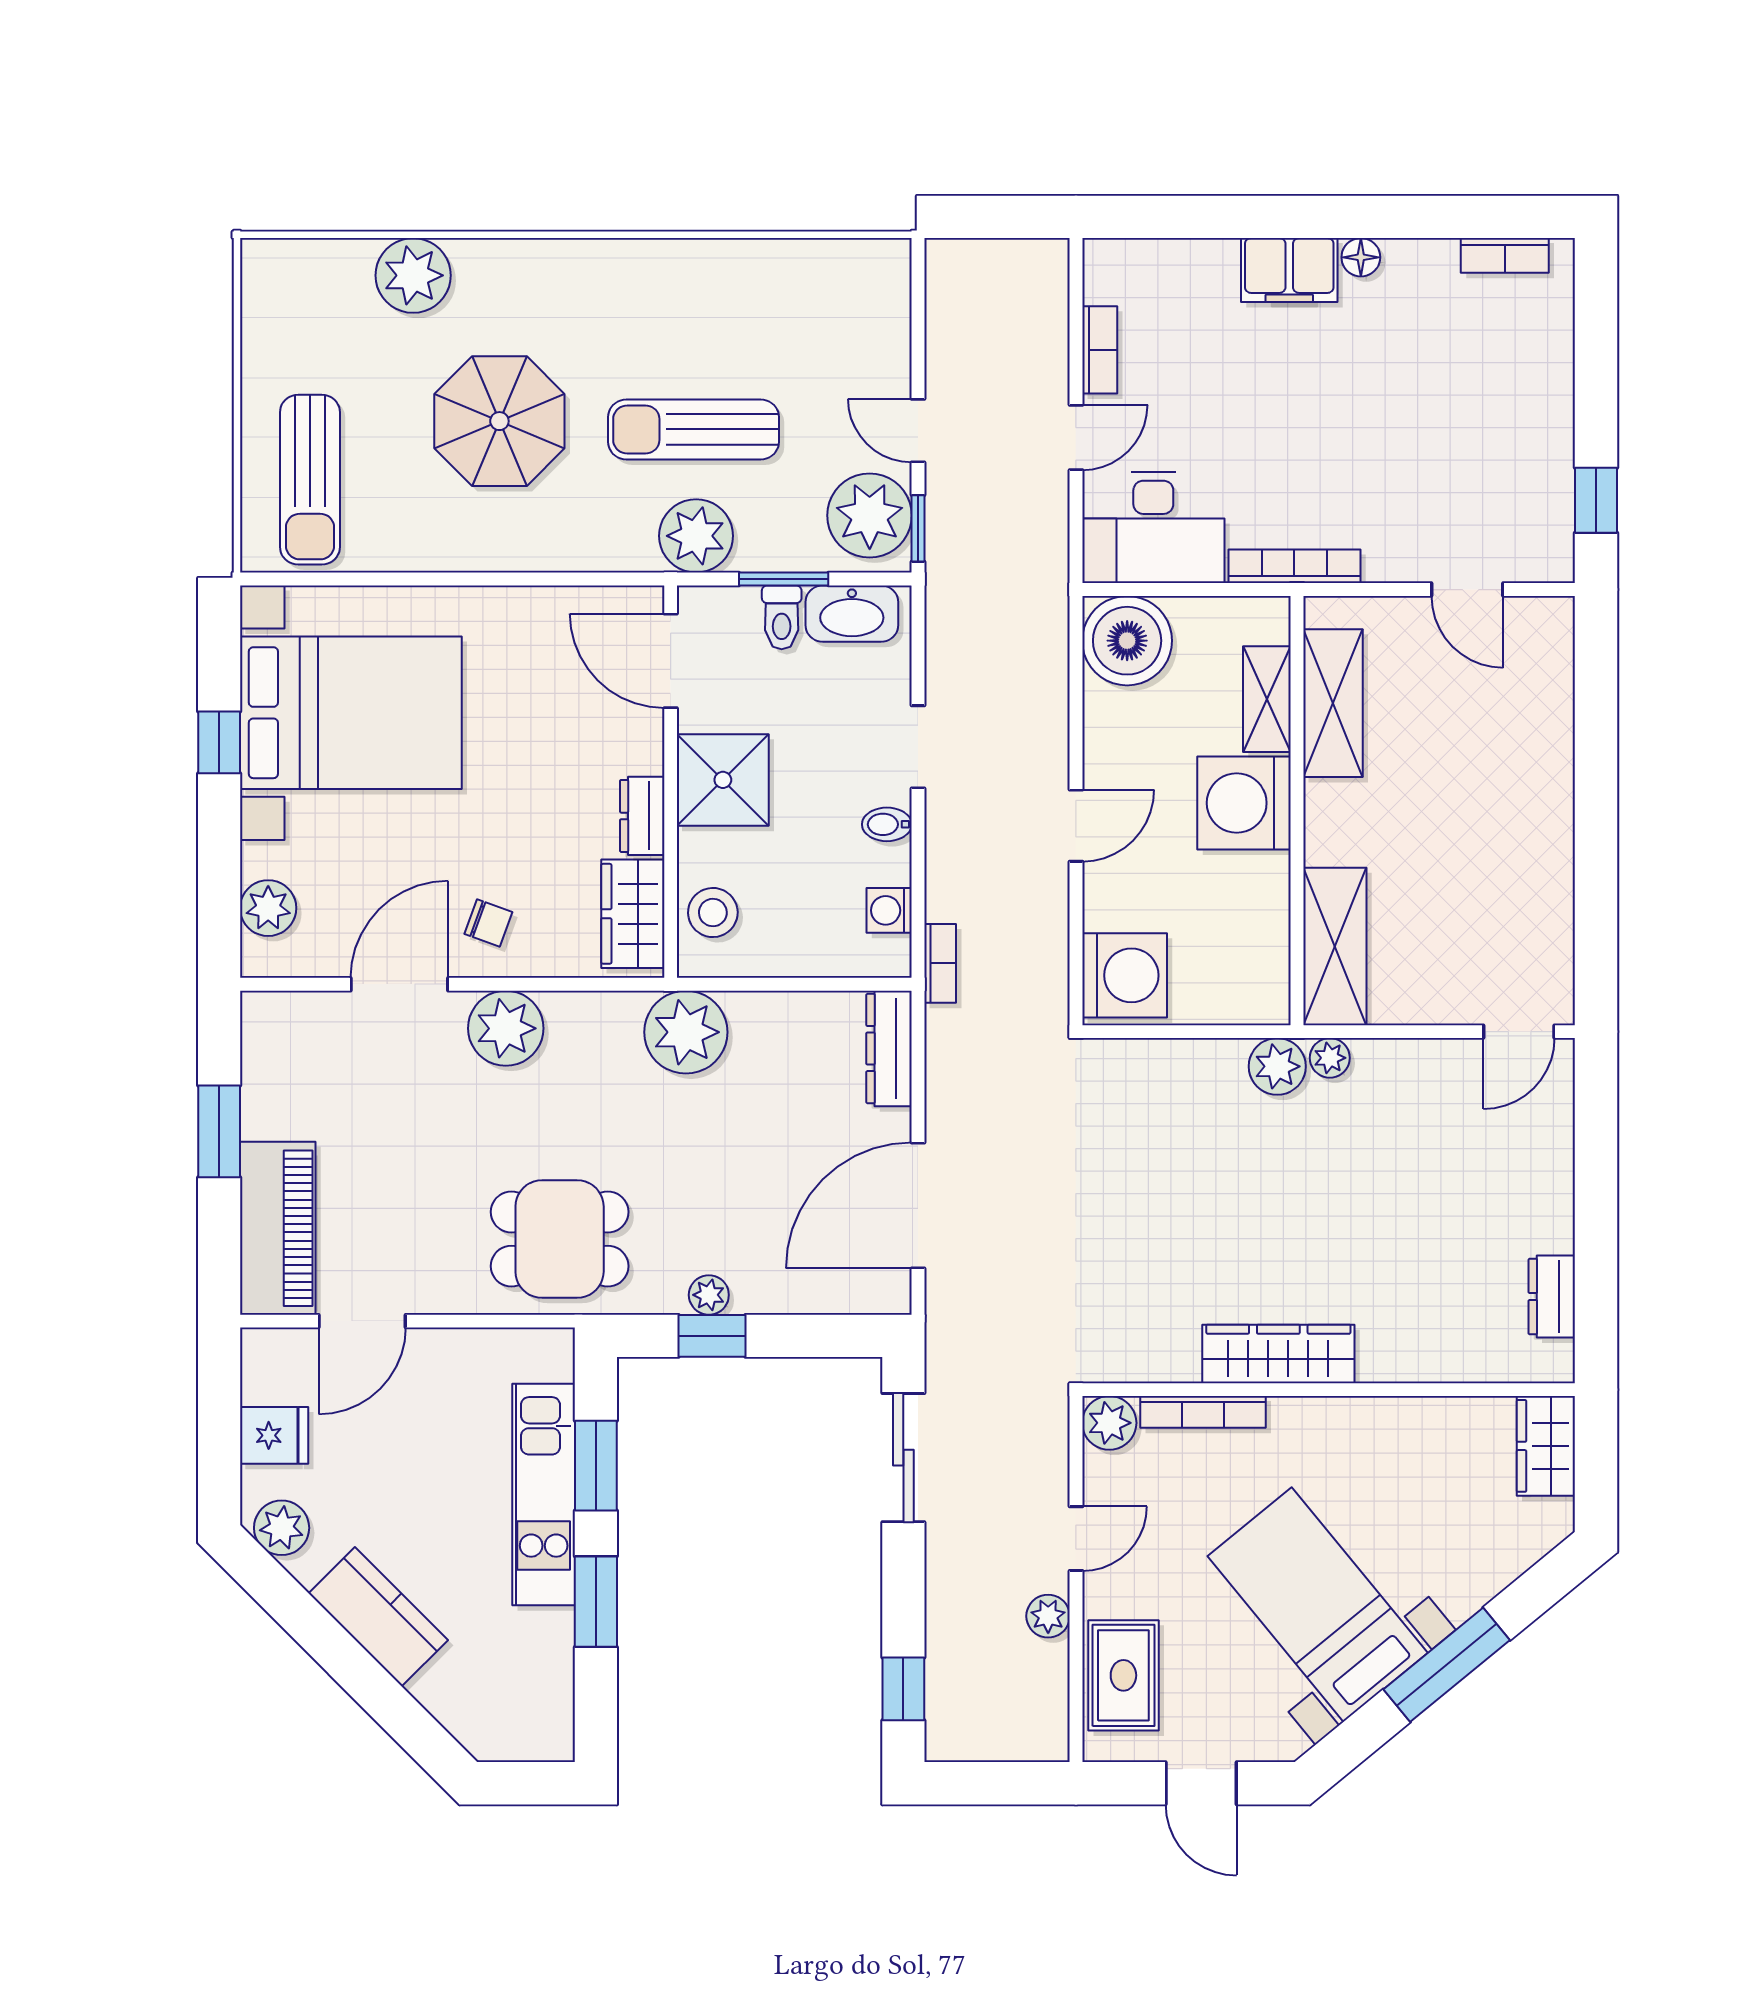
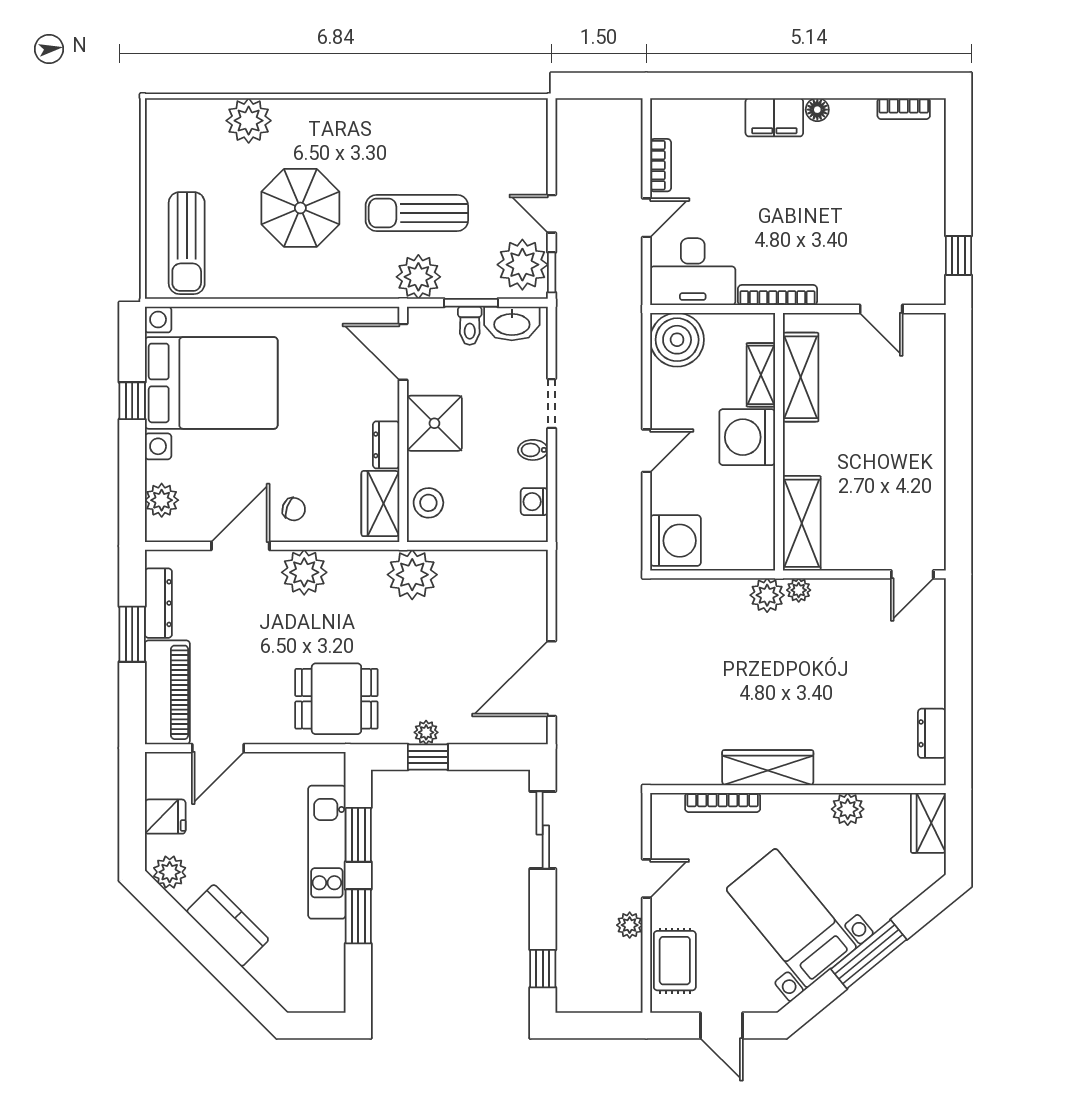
bookcase: (940, 963) -> (565, 533), removed
dresser: (889, 1049) -> (158, 603), moved, turned 180
plant: (1109, 1423) -> (848, 809), moved

